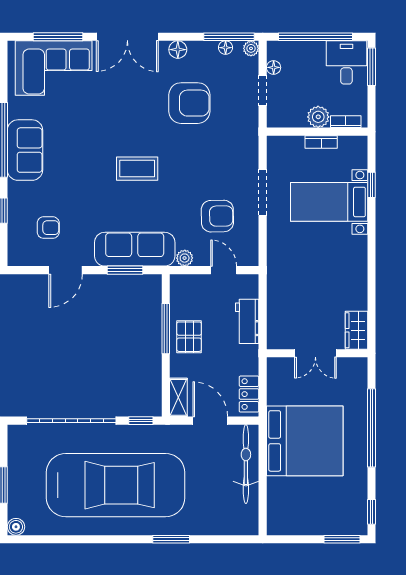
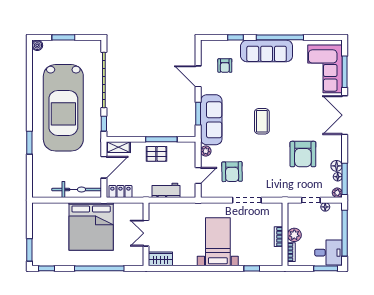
floor lamp: (178, 50) -> (337, 166), moved
sofa: (25, 150) -> (267, 51), width x1.36
bed with nightstands: (329, 202) -> (218, 242), moved

